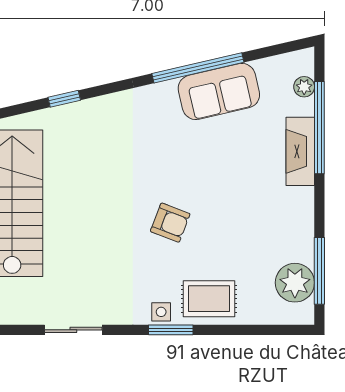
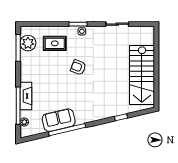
rug: (209, 299) -> (55, 43), moved

